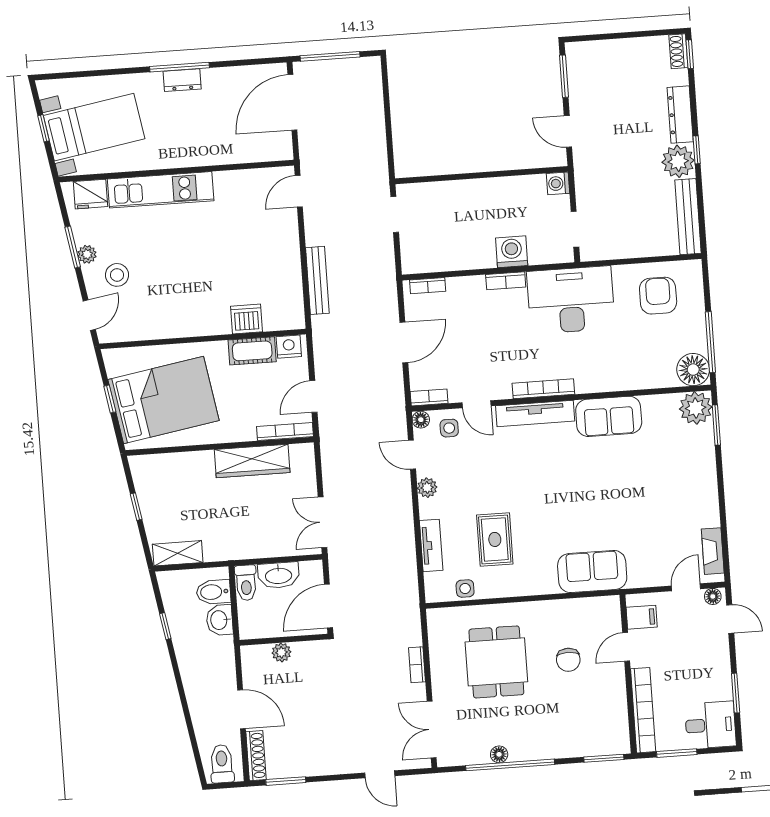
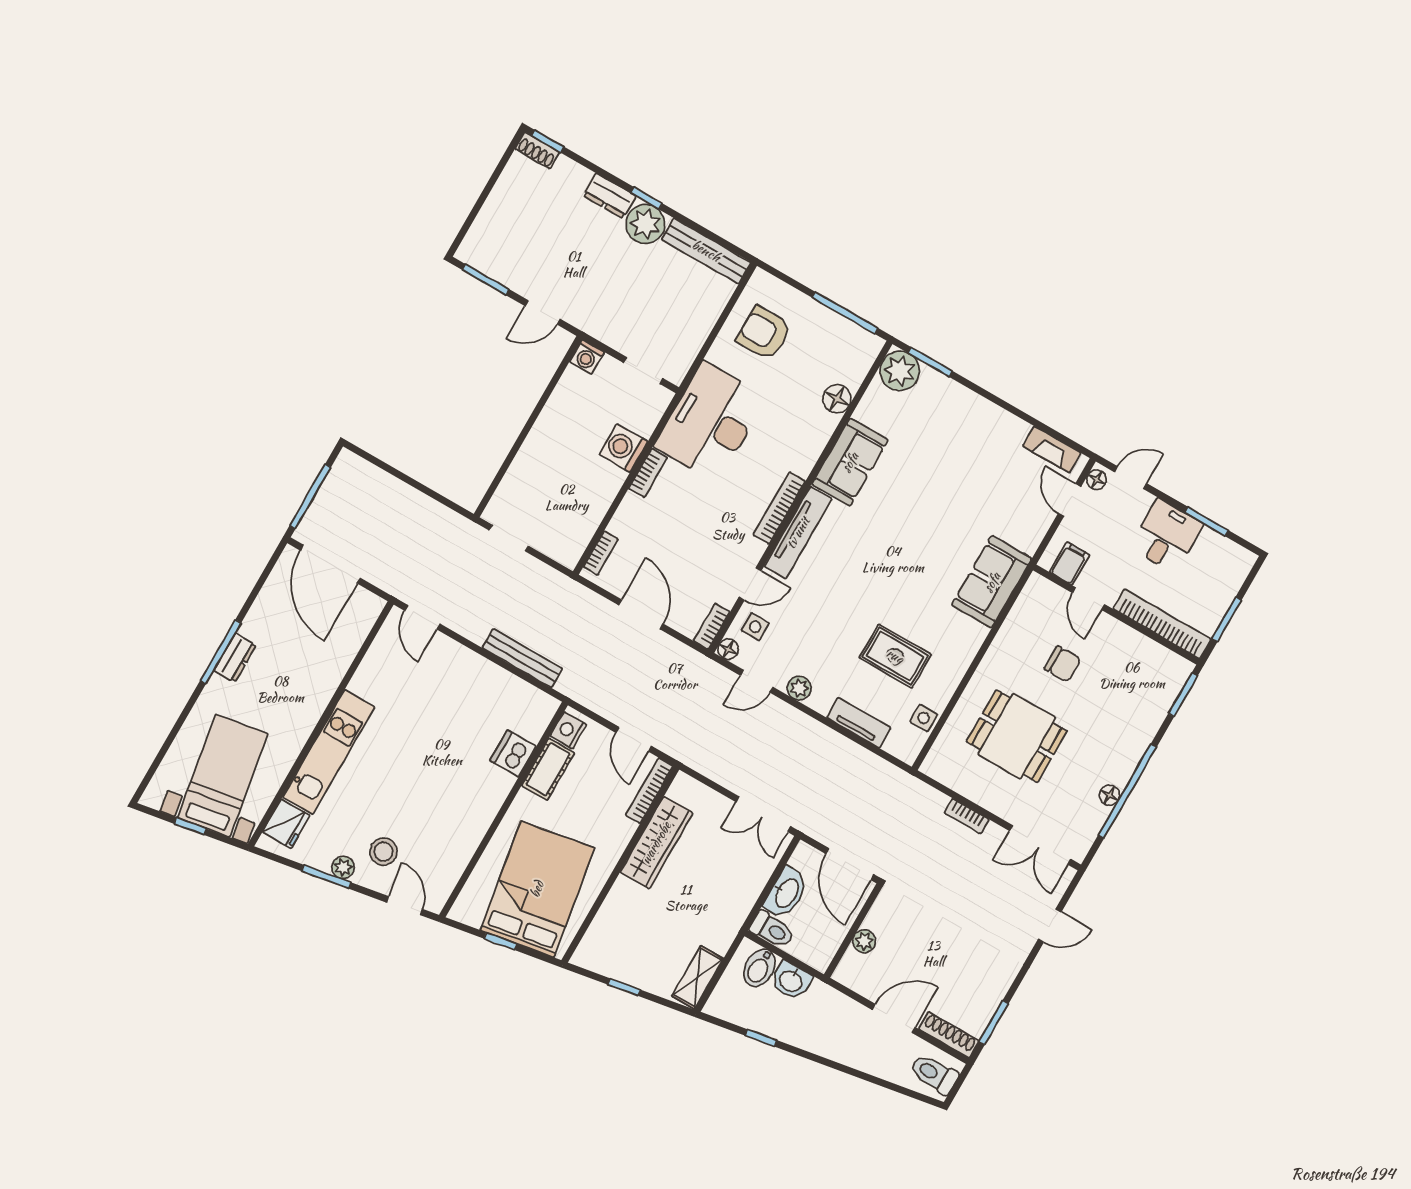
dresser: (680, 115) -> (610, 196), width x0.70
floor lamp: (693, 370) -> (837, 399), moved, width x0.73, depth x0.73
desk: (710, 725) -> (1166, 536), moved

